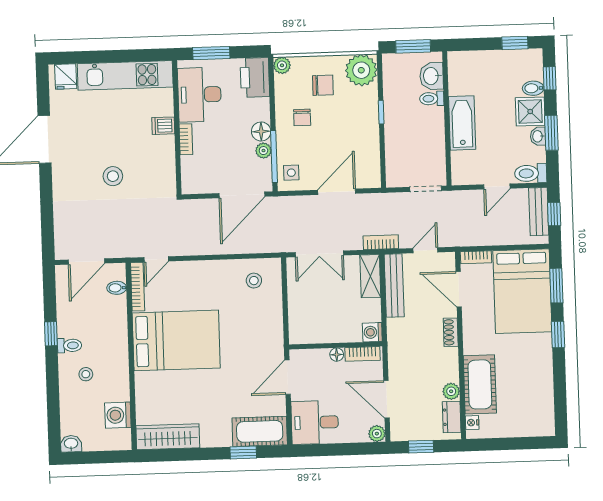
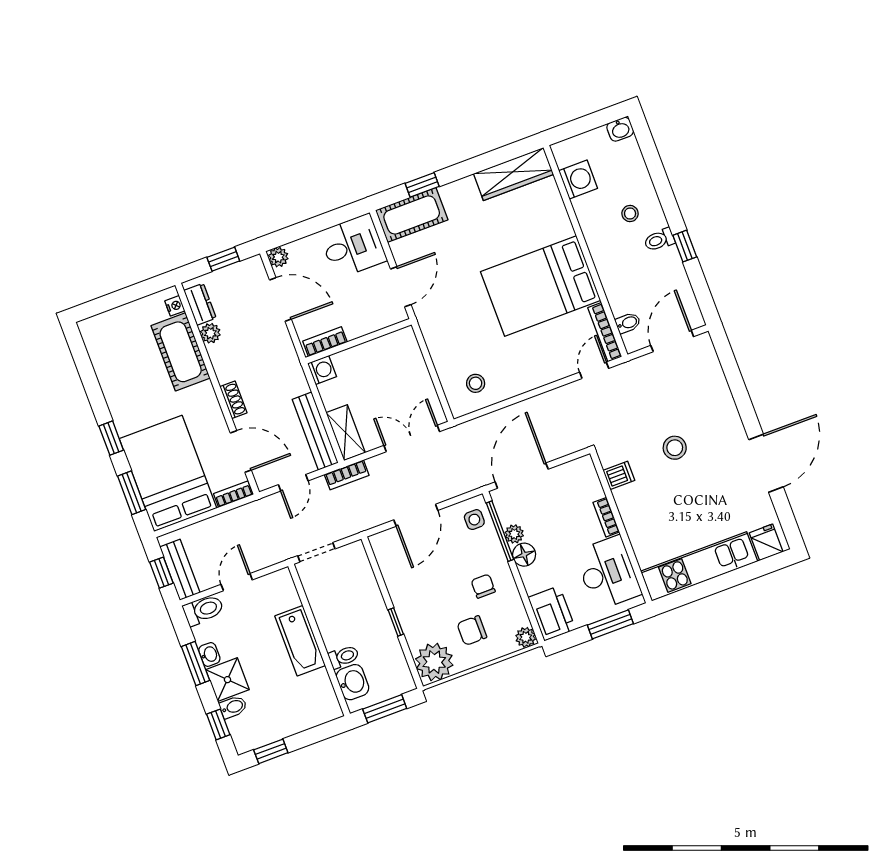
dishwasher: (163, 126) -> (619, 475), moved
floor lamp: (337, 355) -> (354, 331), removed

